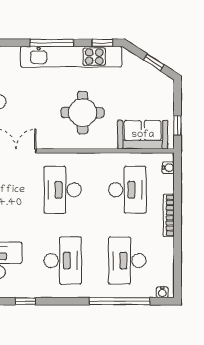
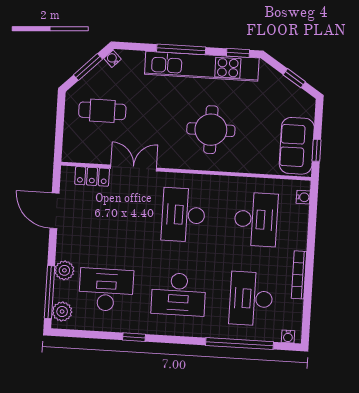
sofa: (143, 135) -> (297, 146), moved, turned -90
bookcase: (169, 215) -> (299, 275), moved
desk: (63, 261) -> (179, 294), turned 90

